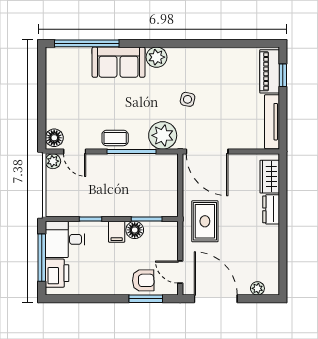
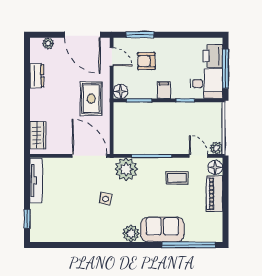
piano: (270, 71) -> (214, 194), moved, turned 180
coffee table: (115, 138) -> (177, 178), moved
dresser: (271, 209) -> (37, 76), moved
floor lamp: (135, 230) -> (121, 91), moved
armchair: (143, 280) -> (146, 61), moved

